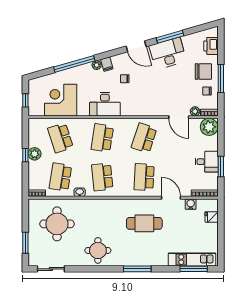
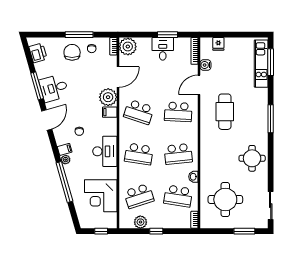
printer: (211, 46) -> (38, 53), moved, turned -106
desk: (168, 53) -> (54, 88), width x0.73
filing cabinet: (144, 109) -> (110, 112), added
plant: (195, 111) -> (108, 97), moved, width x1.87, depth x1.87
plant: (35, 154) -> (140, 222), moved

